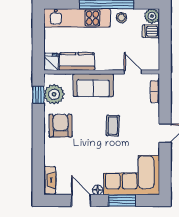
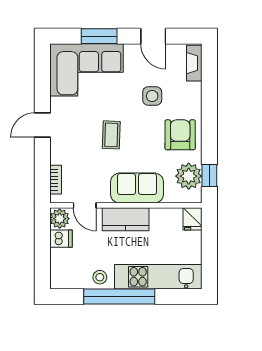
plant: (152, 16) -> (60, 219), moved
dishwasher: (151, 31) -> (61, 239), moved
kitchen counter: (77, 61) -> (126, 219), moved
armchair: (60, 126) -> (180, 135), turned 180
side table: (82, 155) -> (152, 96), added
floor lamp: (98, 190) -> (131, 50), removed

